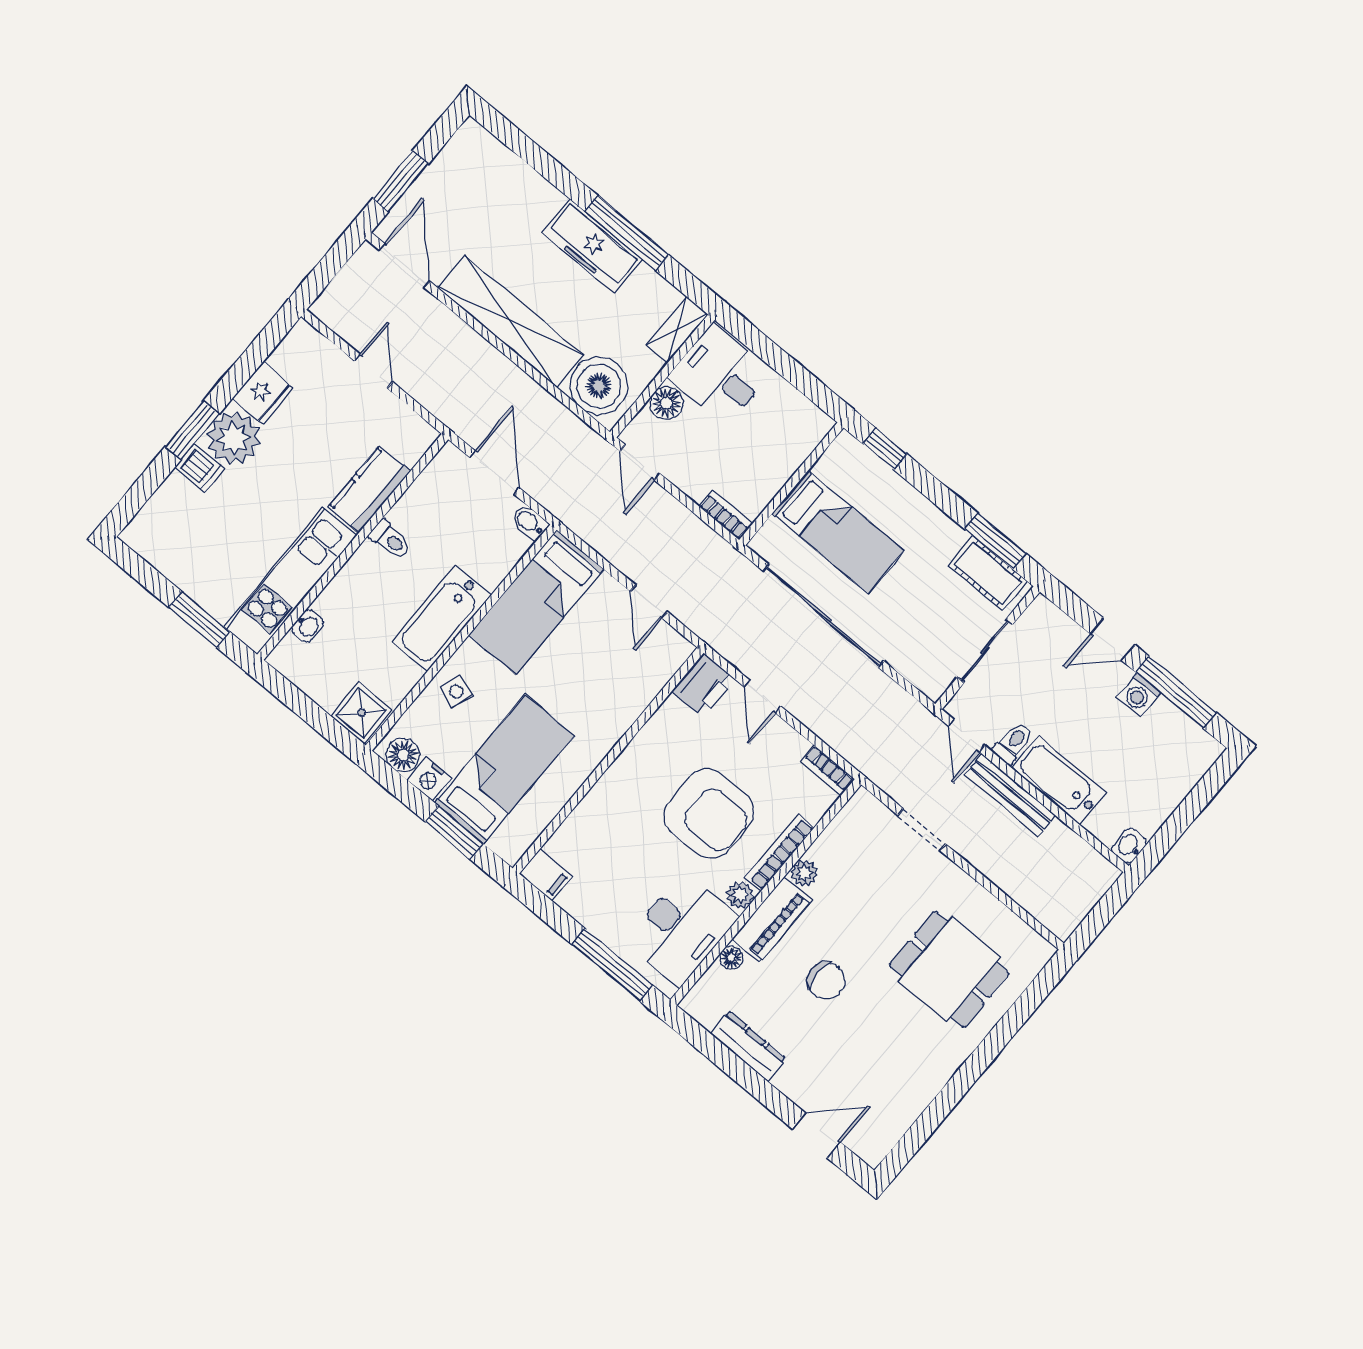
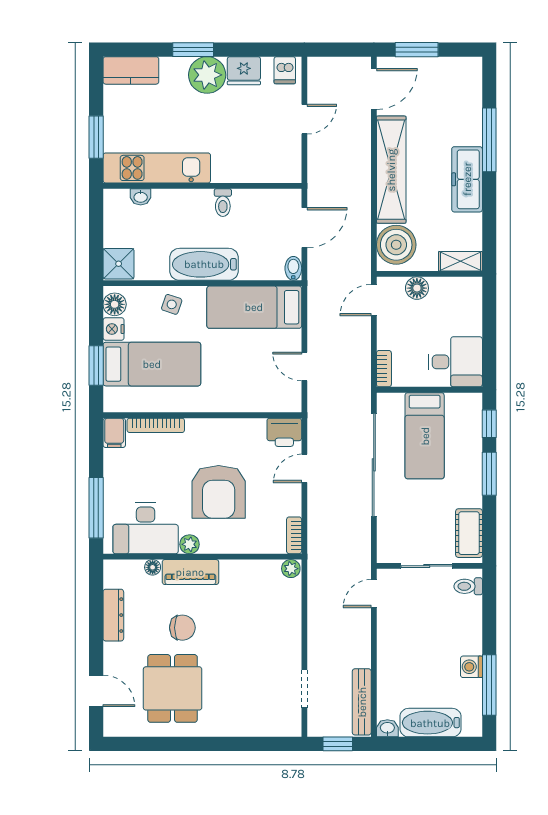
window: (627, 233) -> (489, 140), moved
desk: (720, 375) -> (455, 362), moved, turned 90
dishwasher: (200, 468) -> (285, 70), moved
kitchen counter: (369, 489) -> (131, 70), moved, turned 180
window: (995, 541) -> (489, 474), moved
door: (649, 602) -> (304, 367), hinge flipped
door: (1113, 639) -> (489, 628), removed
toilet: (1013, 743) -> (468, 586), moved, turned 180
bathtub: (1059, 781) -> (430, 723), moved, turned -90
bench: (1010, 795) -> (362, 702), moved
doorway: (922, 830) -> (304, 689), moved
bookcase: (780, 852) -> (156, 425), moved, turned 180
plant: (804, 873) -> (291, 569), moved
window: (1100, 916) -> (338, 744), added
dining table: (949, 969) -> (173, 688), moved
chair: (826, 981) -> (182, 628), turned -90

